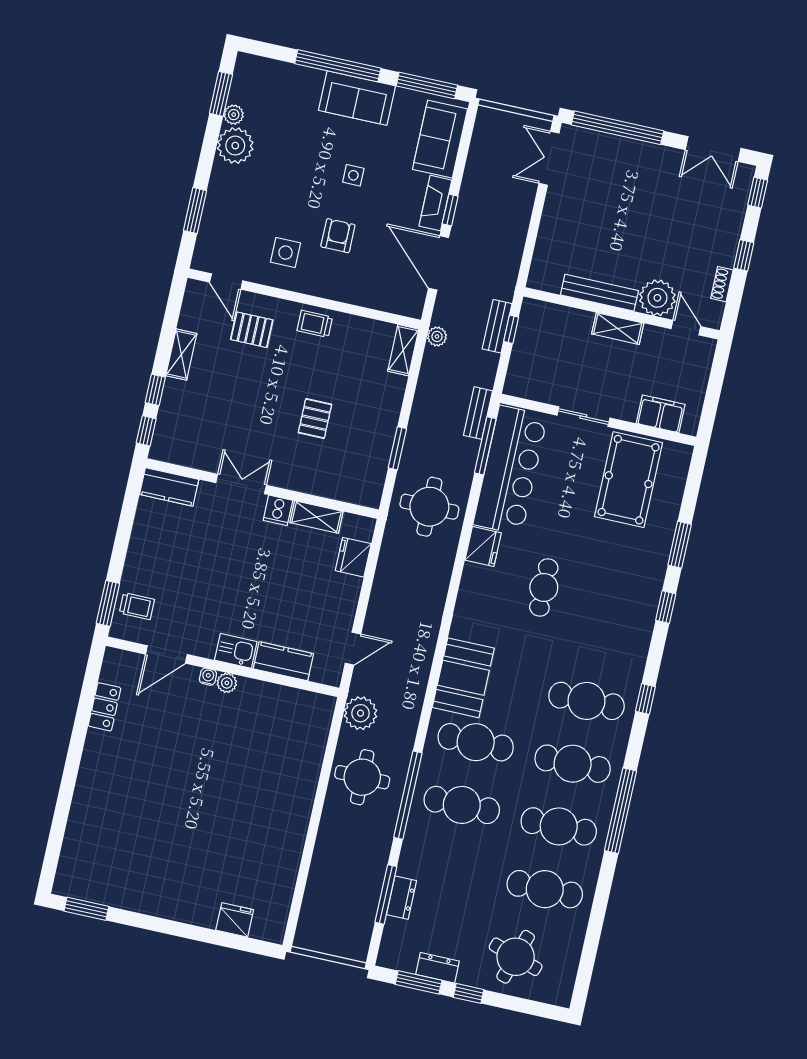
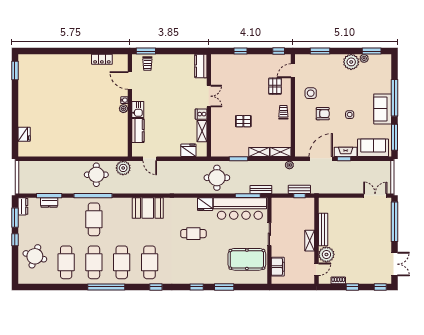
double door: (713, 149) -> (394, 264), swing flipped
shelving: (181, 355) -> (259, 152), moved
window: (146, 431) -> (279, 51), moved
cafe table: (476, 742) -> (122, 219), removed
dresser: (438, 968) -> (23, 206), moved

